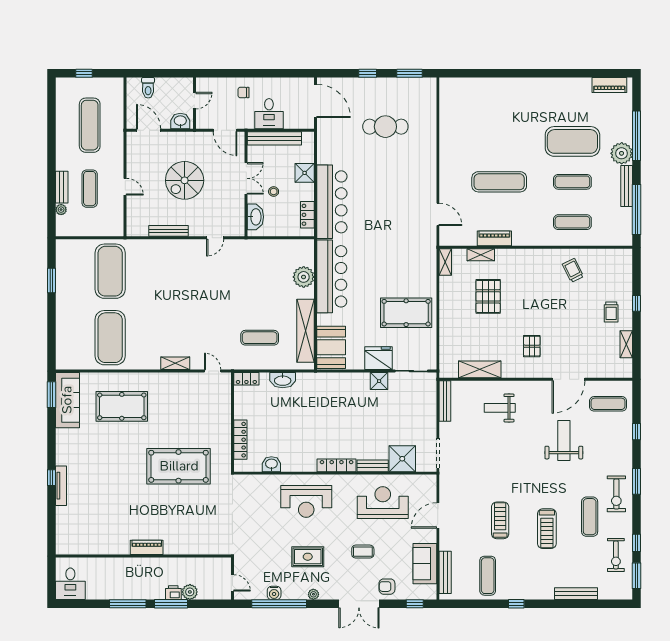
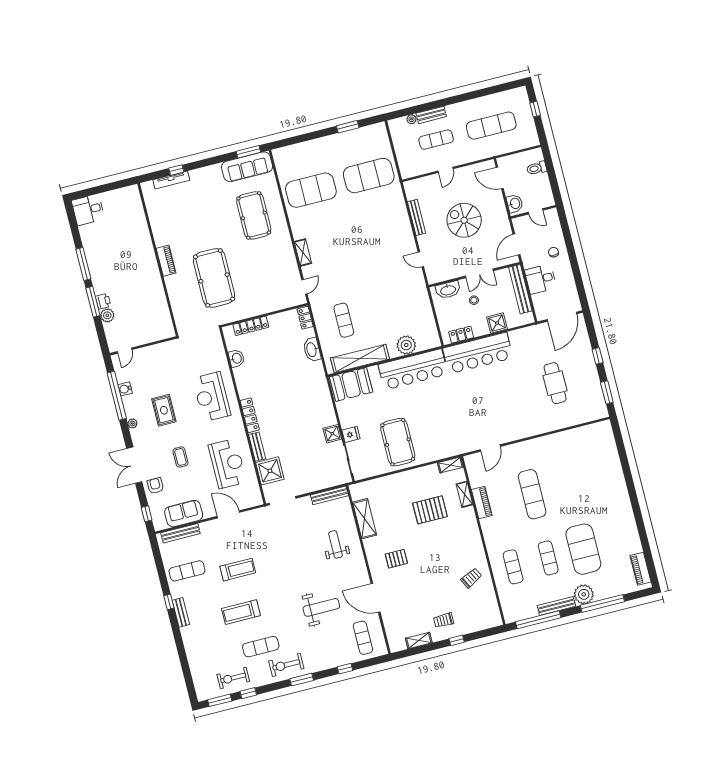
door: (149, 130) -> (500, 178), swing flipped
fridge: (379, 358) -> (351, 434), width x0.53, depth x0.75
piano: (147, 547) -> (166, 261), moved
wall: (143, 556) -> (158, 260), moved
bench: (576, 594) -> (181, 612), moved, width x0.73

